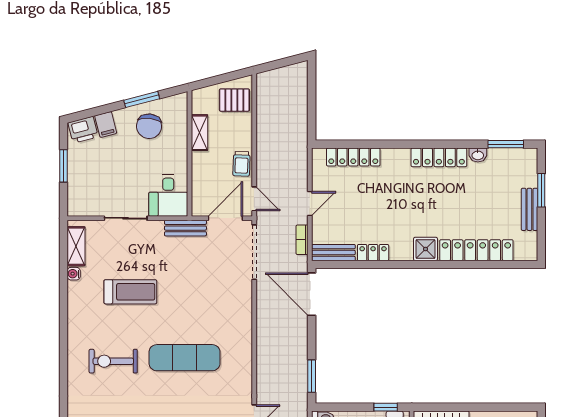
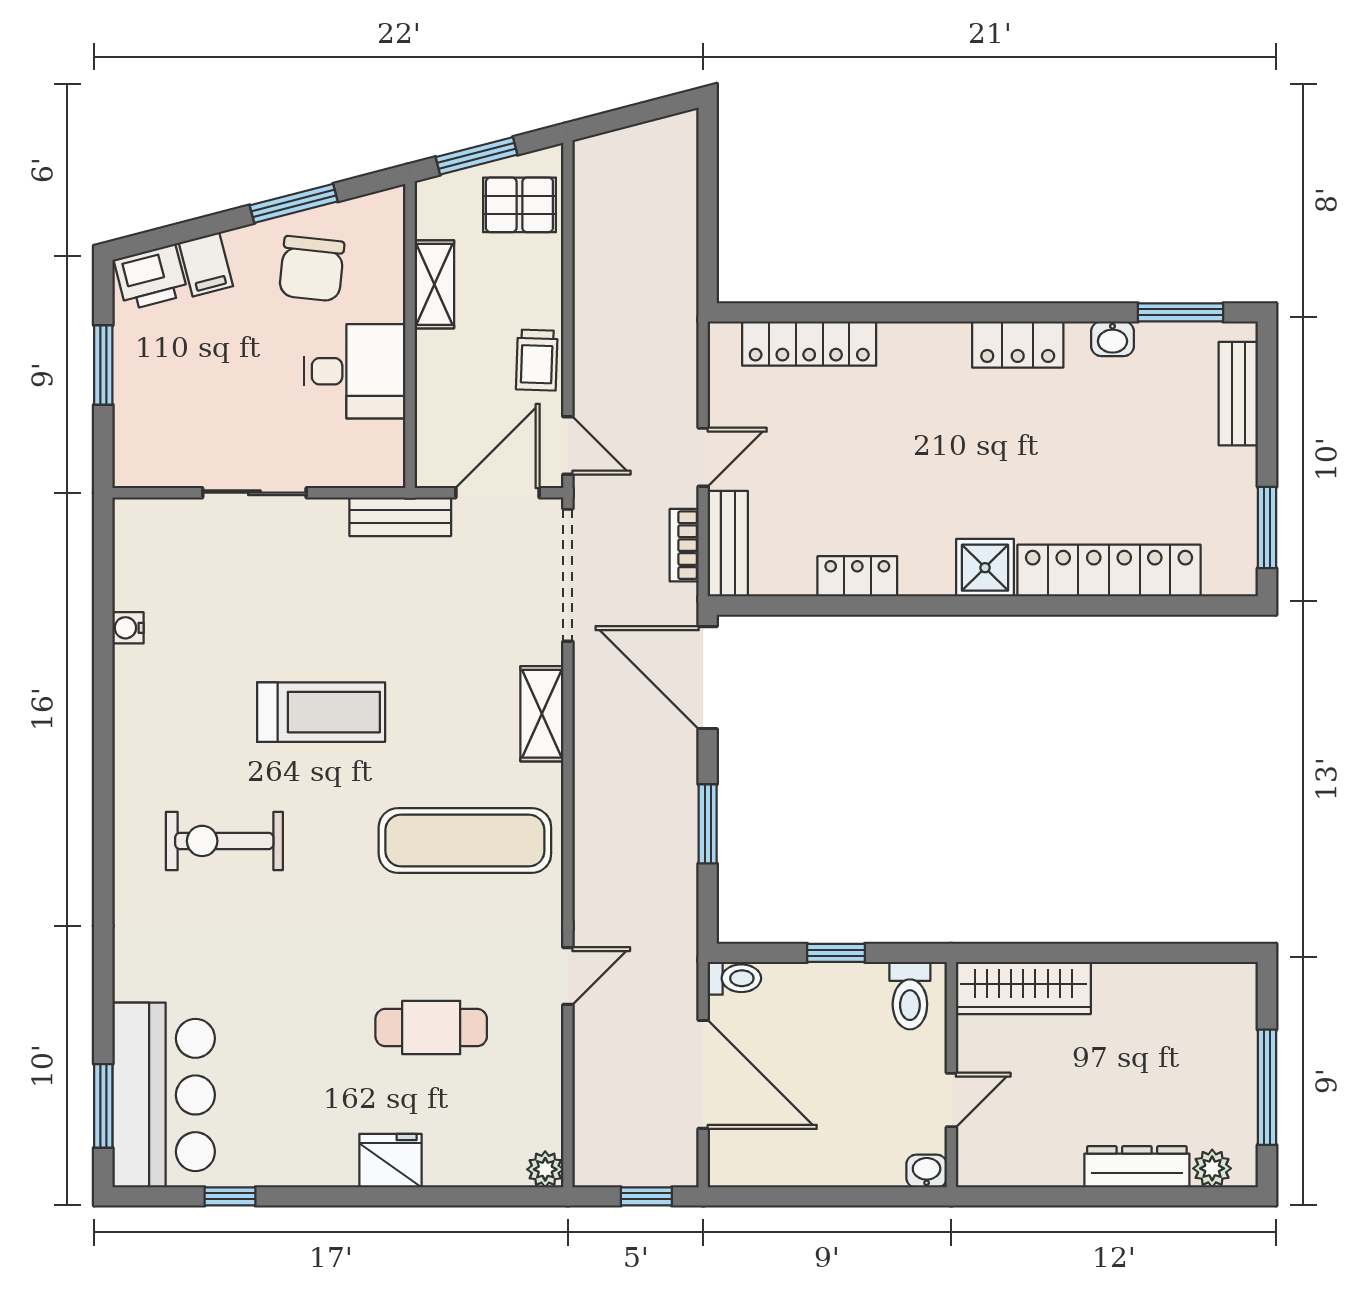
window: (217, 80) -> (476, 156), added
locker: (439, 157) -> (1018, 344), width x0.66
window: (541, 190) -> (1267, 528), moved
desk: (168, 195) -> (355, 371), moved, turned -90
bench: (529, 209) -> (1238, 394), moved
shelving: (76, 246) -> (542, 714), moved
bench: (334, 253) -> (728, 544), moved, turned 90
treadmill: (130, 292) -> (321, 712), moved
exercise mat: (185, 358) -> (465, 840), moved
window: (312, 376) -> (708, 824), moved
window: (386, 407) -> (836, 953), moved

